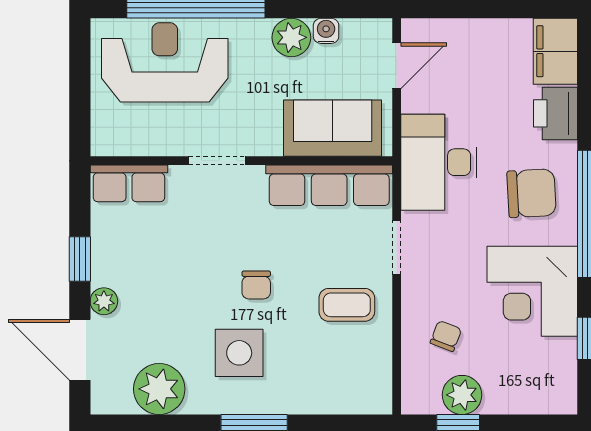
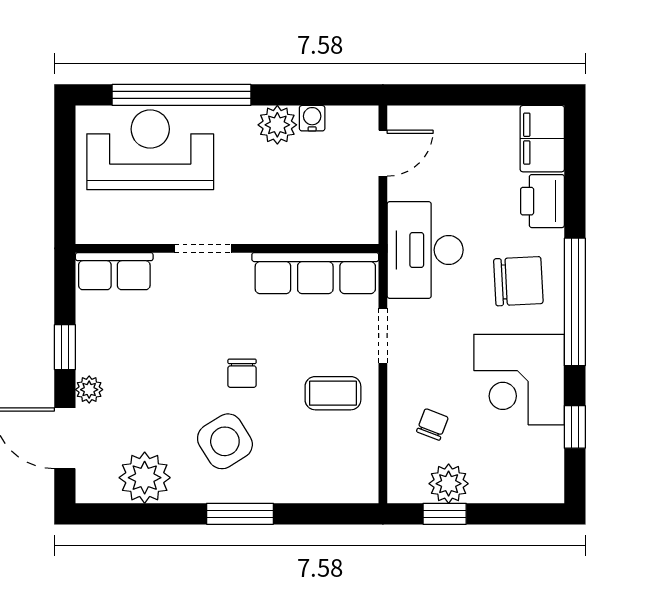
sofa: (333, 128) -> (319, 216), removed
side table: (239, 353) -> (225, 441), turned -32

